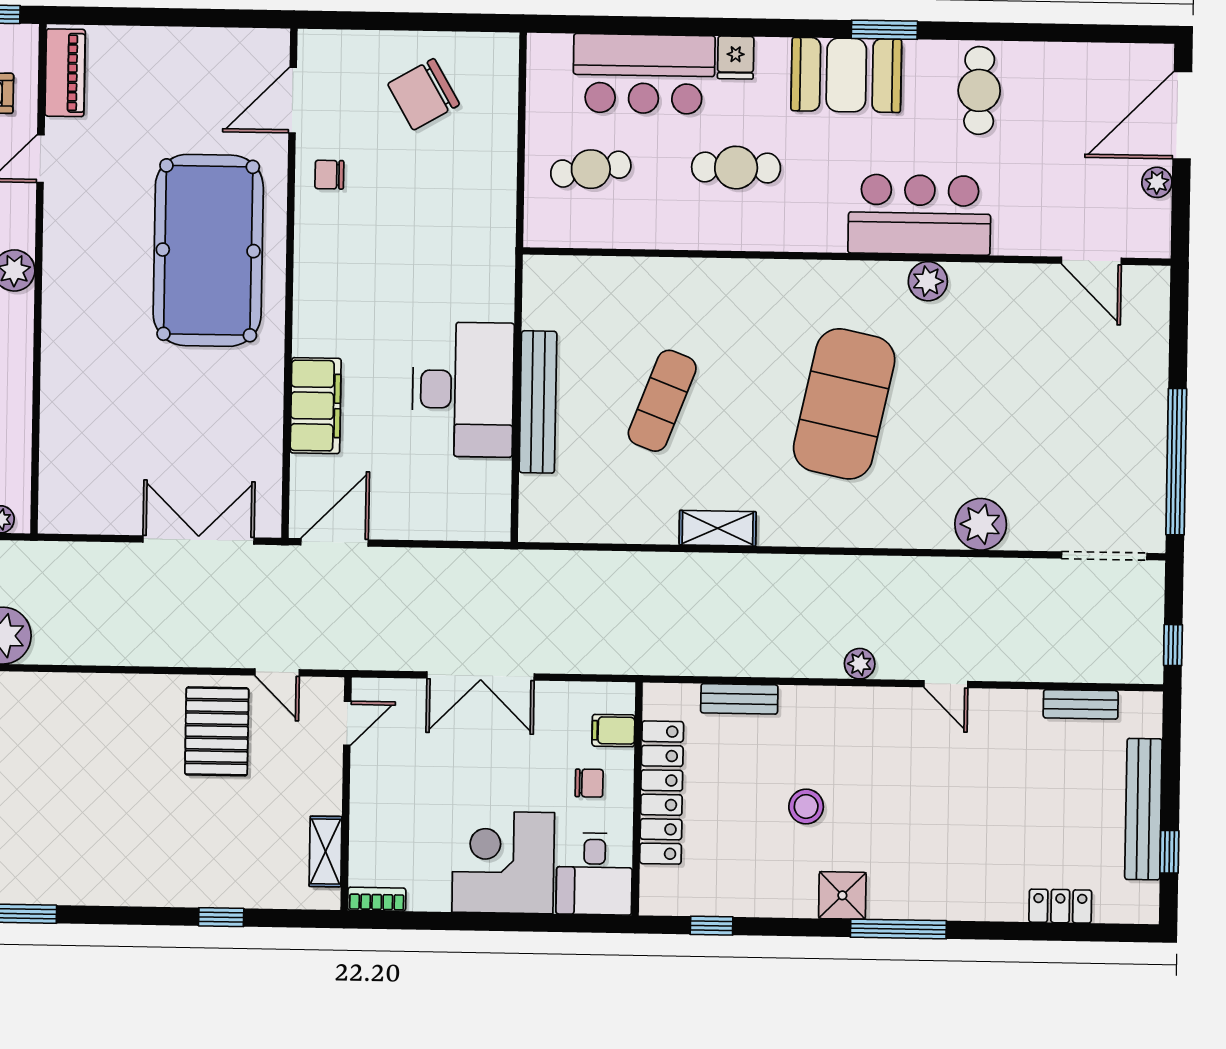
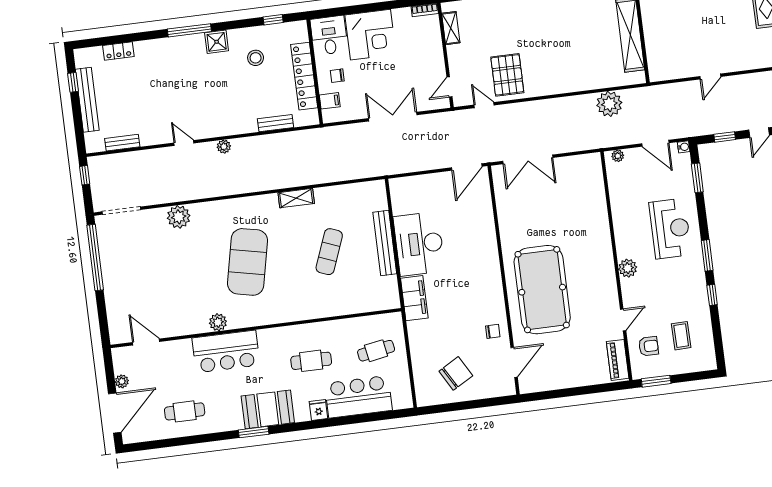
cafe table: (979, 90) -> (185, 411), moved, turned 90
filing cabinet: (316, 406) -> (414, 298), moved, turned 180
stool: (806, 806) -> (256, 58), moved

